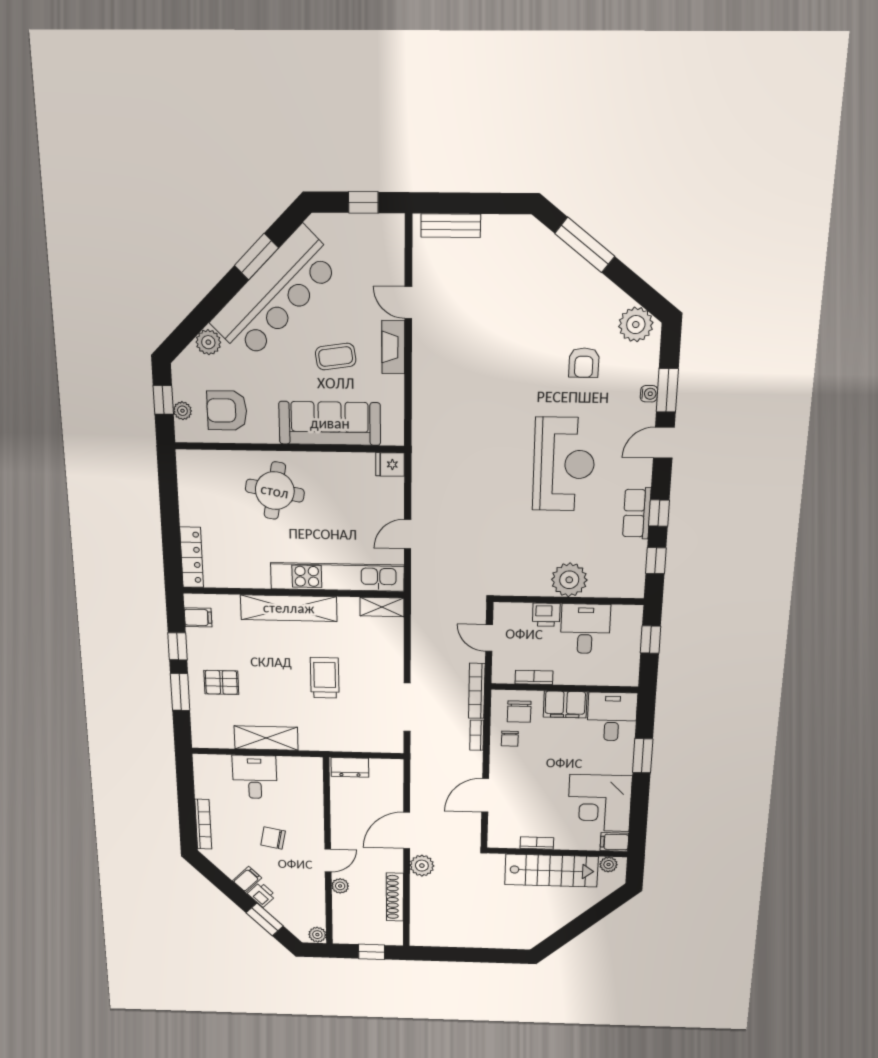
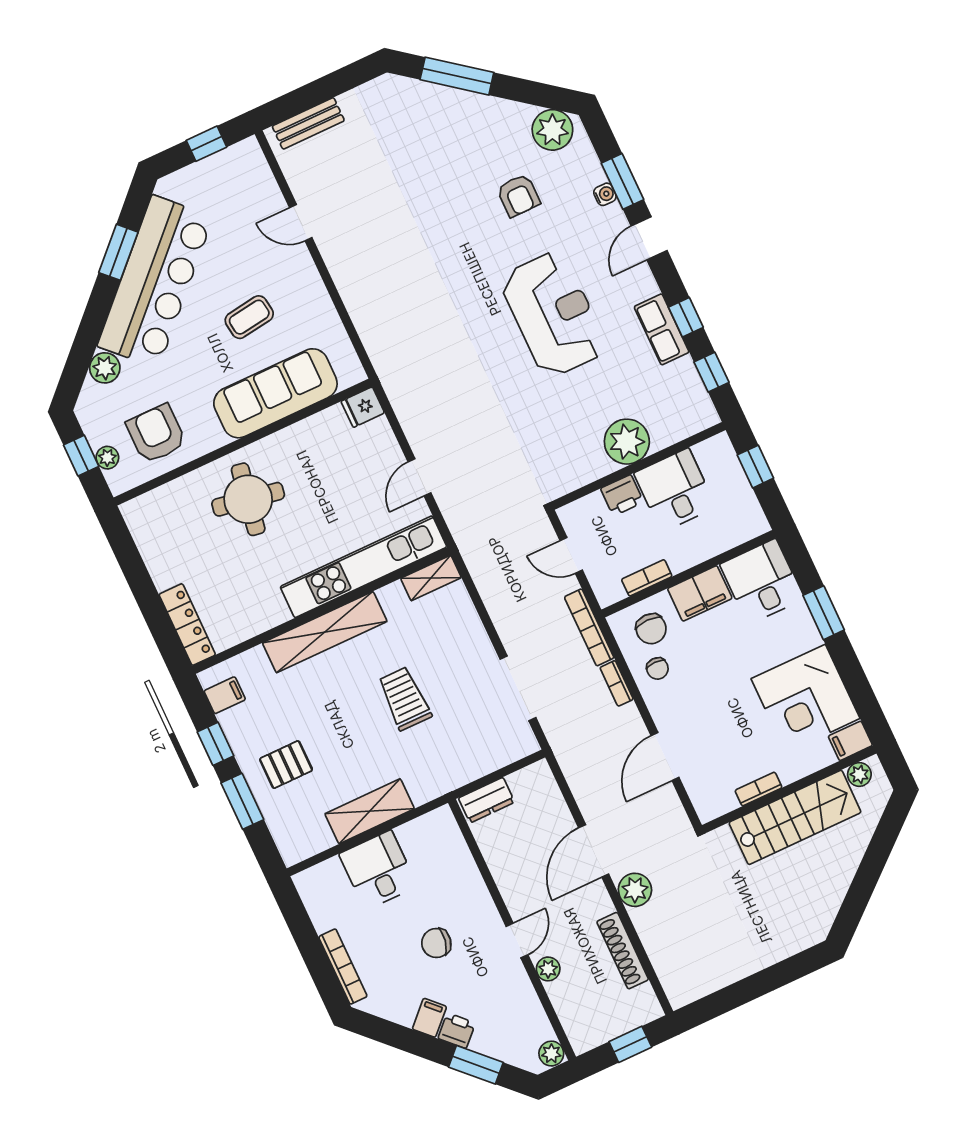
fireplace: (393, 347) -> (307, 277), removed
armchair: (227, 411) -> (156, 434), turned 90

